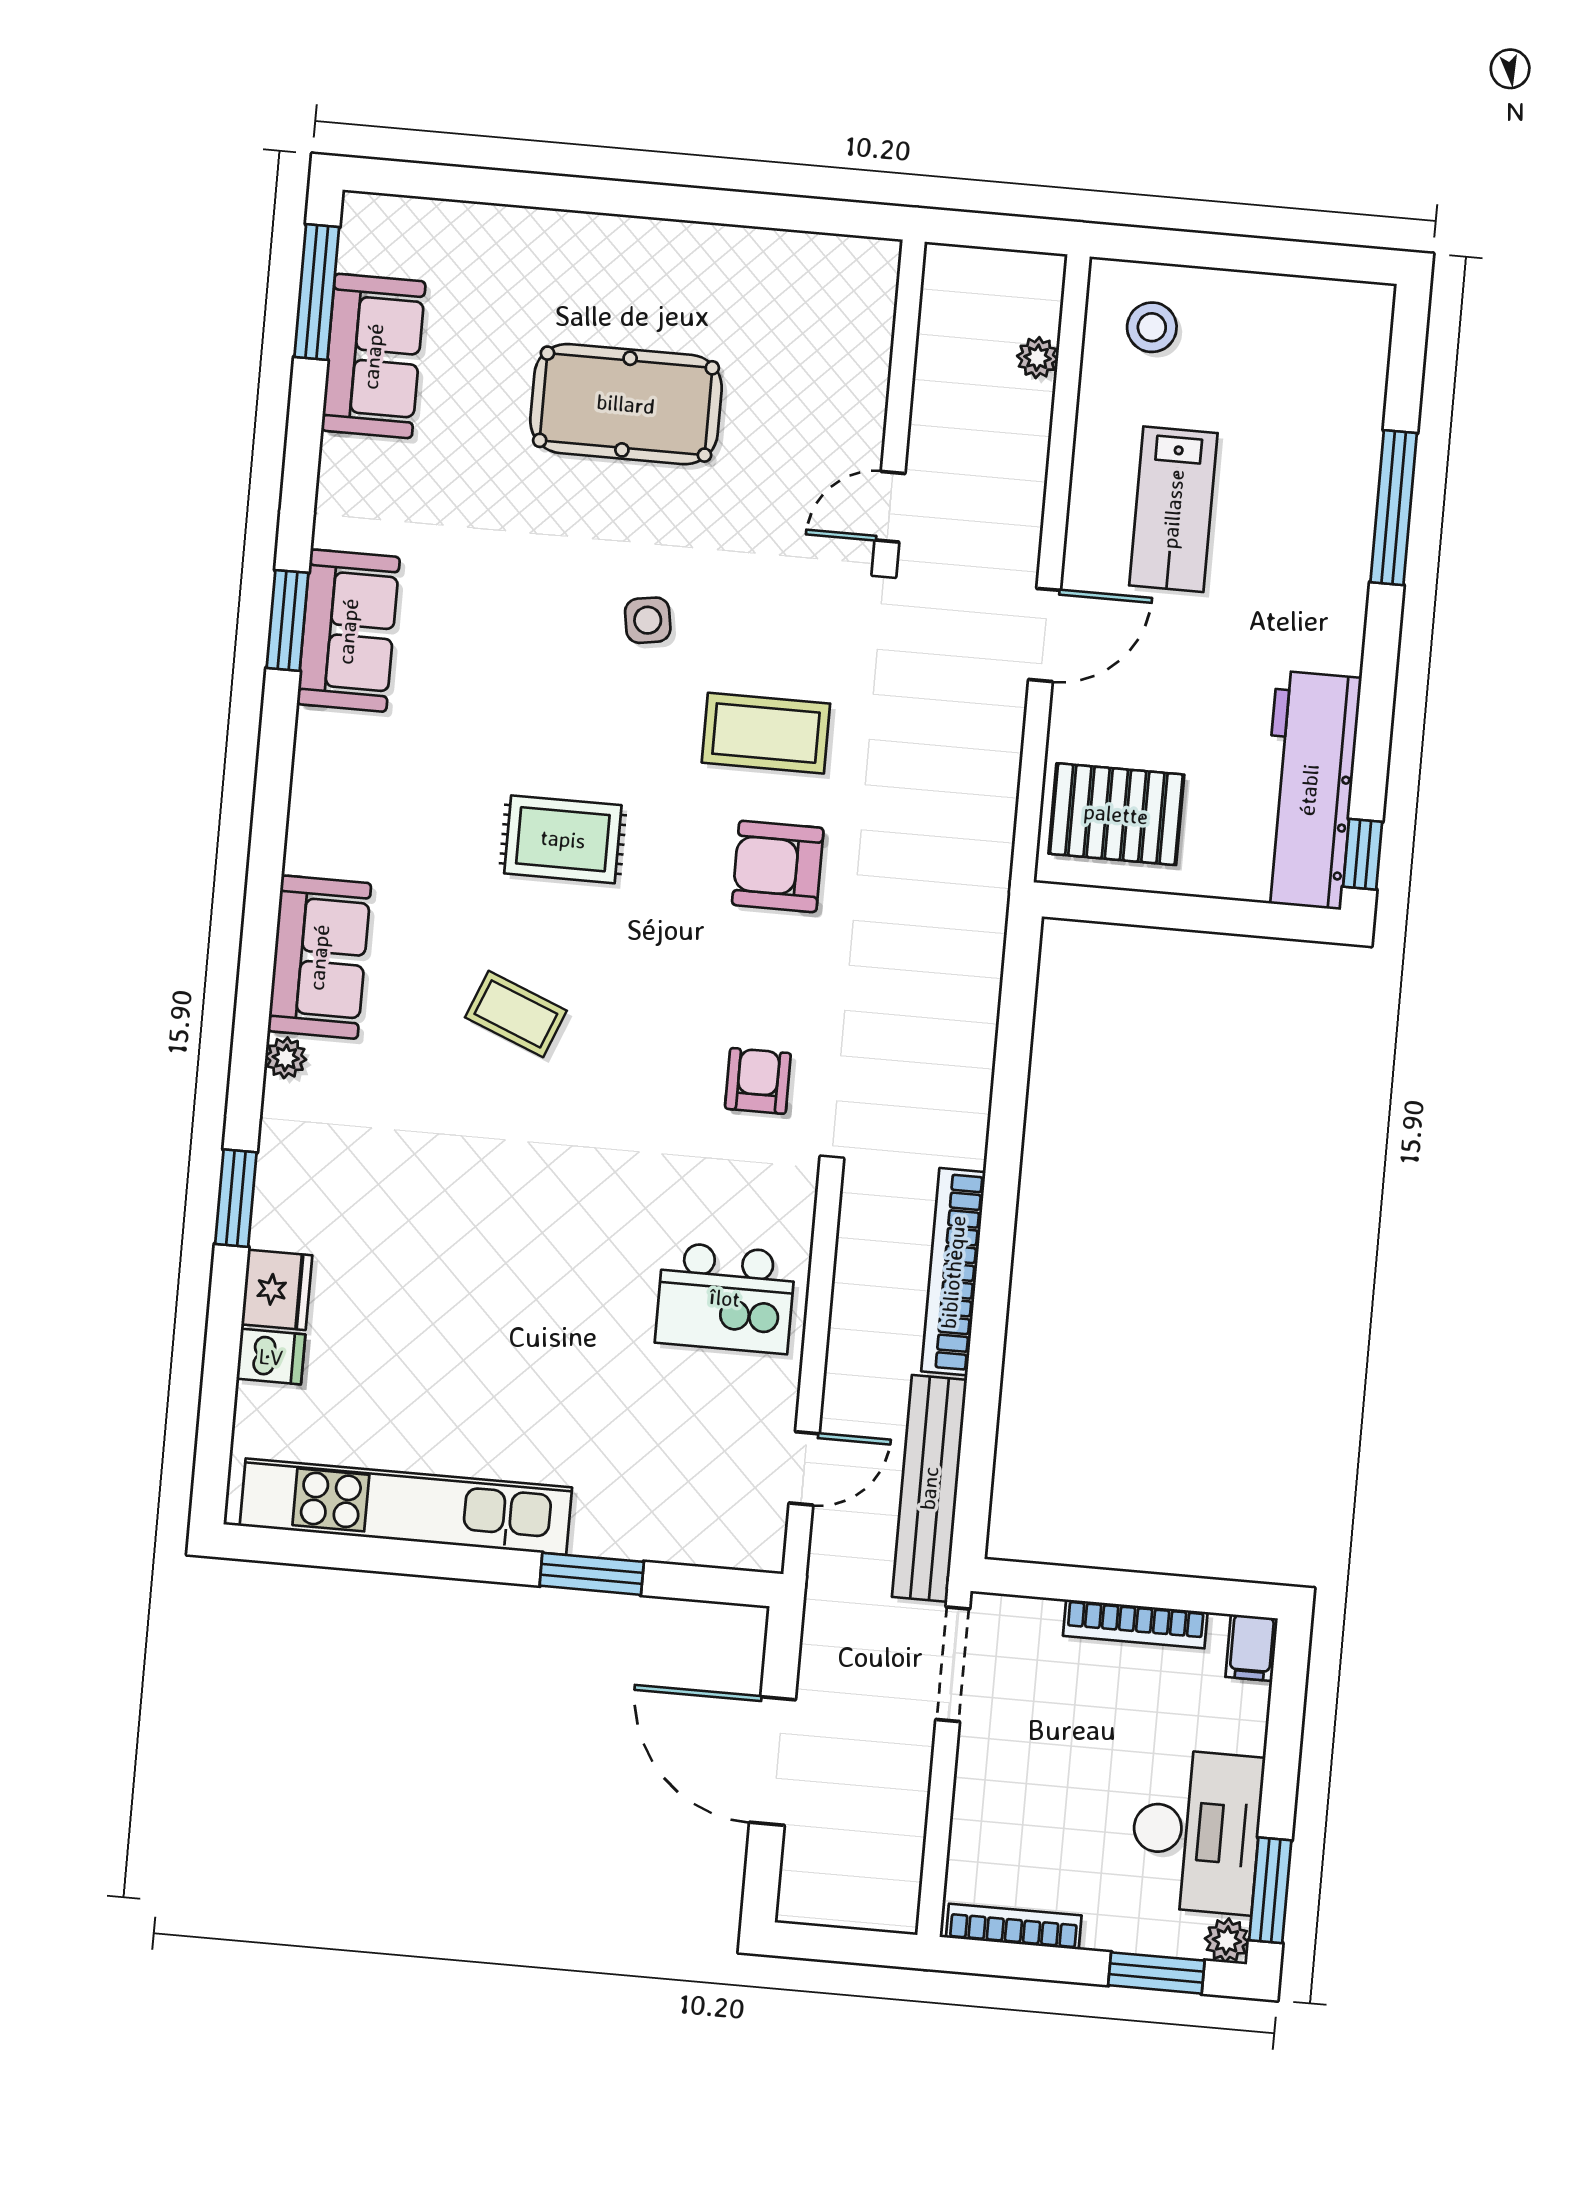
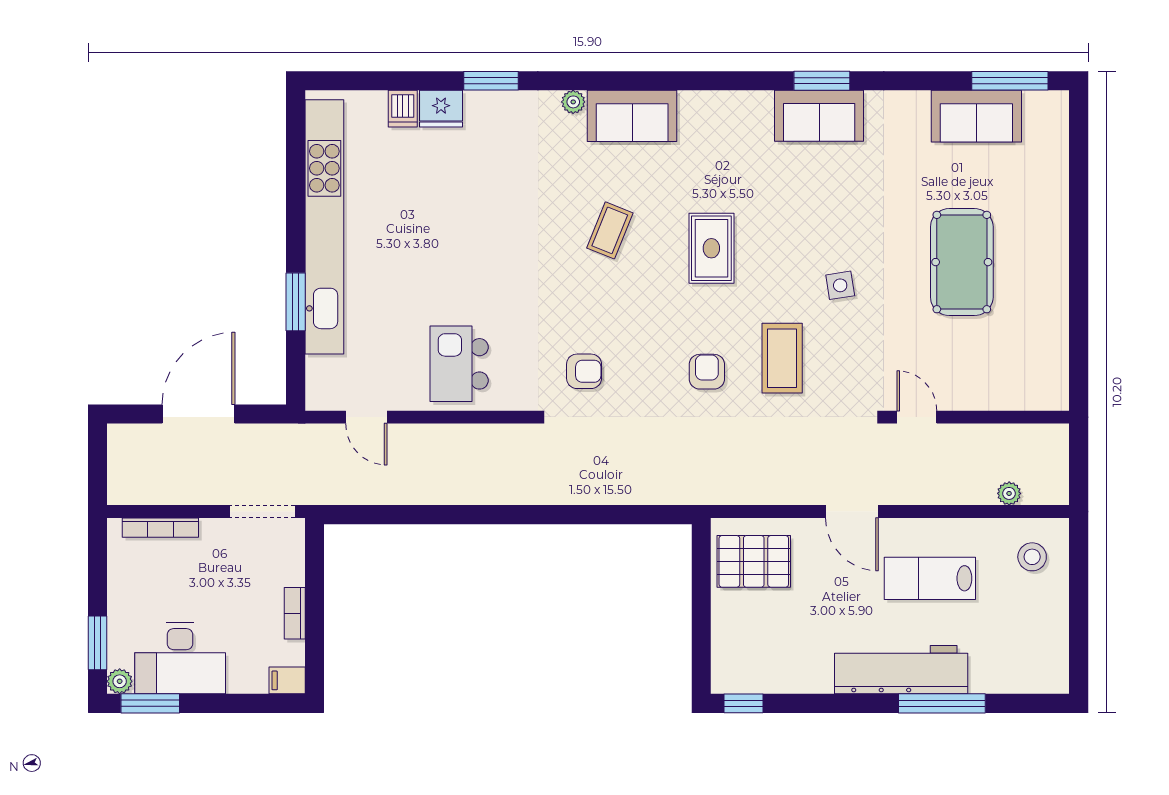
workbench: (1309, 790) -> (901, 670), moved
pallet: (1116, 814) -> (754, 561), turned 90
armchair: (778, 866) -> (707, 372), width x0.72, depth x0.72
bookcase: (953, 1272) -> (486, 492), removed
bench: (929, 1488) -> (361, 489), removed
kitchen unit: (406, 1507) -> (324, 227), width x1.36
bookcase: (1135, 1624) -> (295, 613), width x0.64
bookcase: (1014, 1926) -> (160, 528), moved, turned 90

